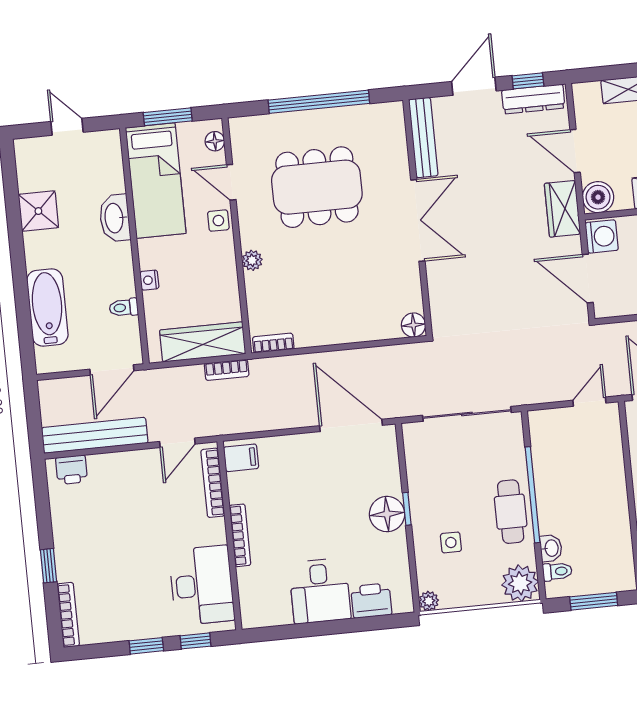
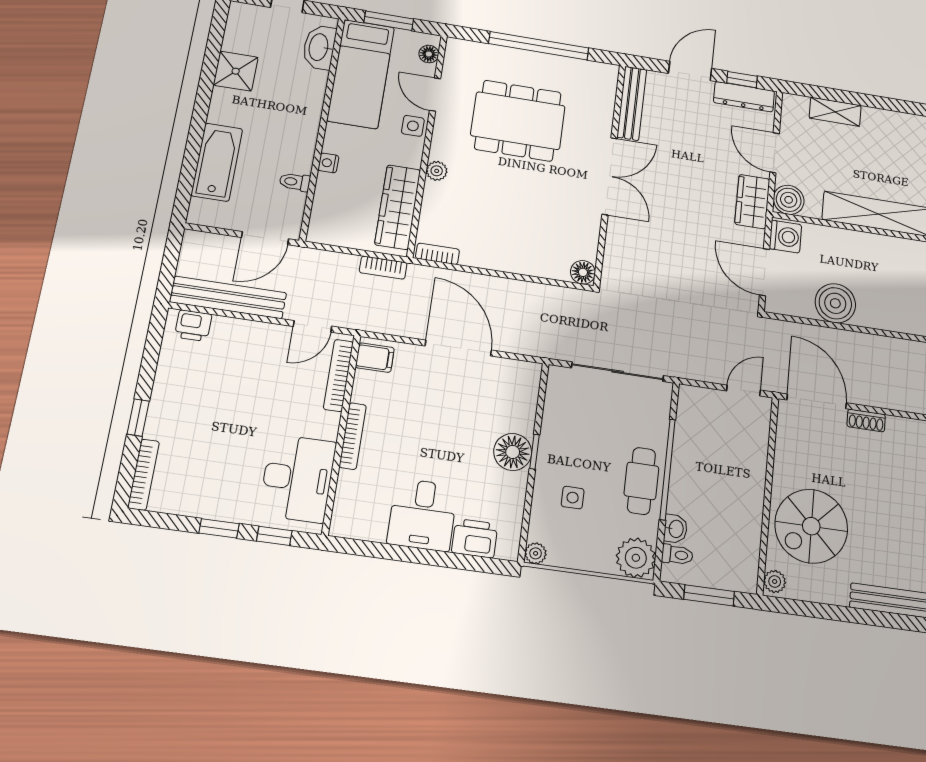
washbasin: (115, 218) -> (319, 47), moved
wardrobe: (203, 342) -> (398, 207), moved, turned -90
door: (351, 425) -> (458, 348), moved

